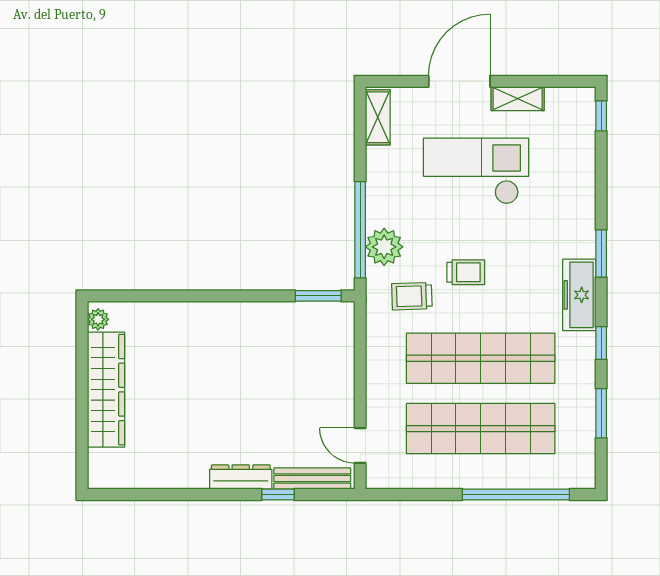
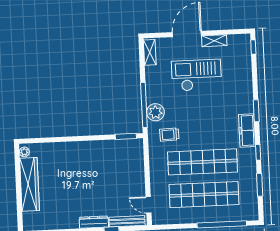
trolley: (466, 272) -> (194, 122), removed

